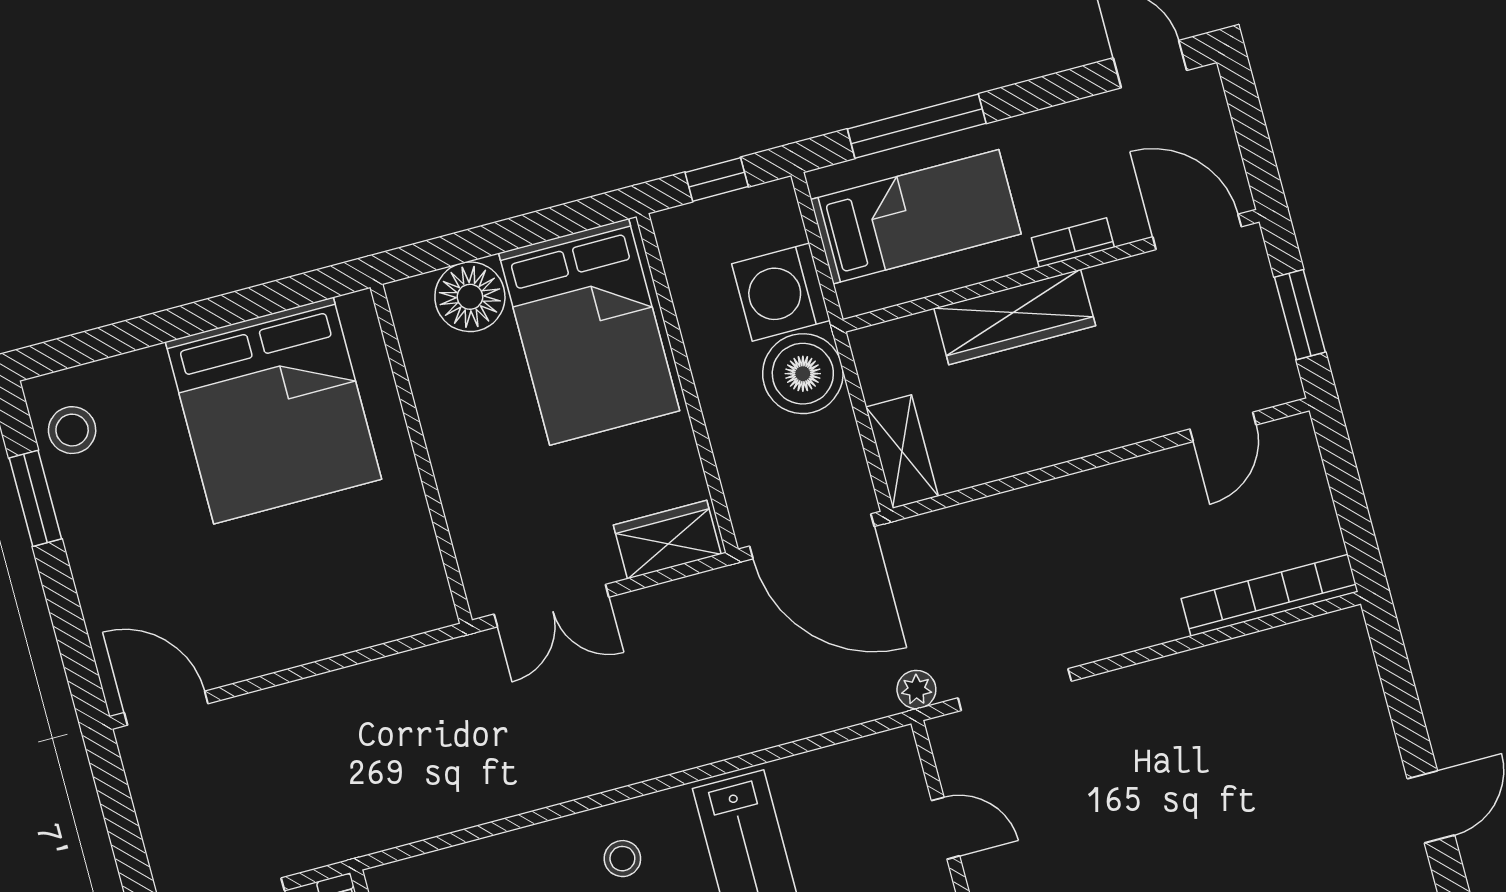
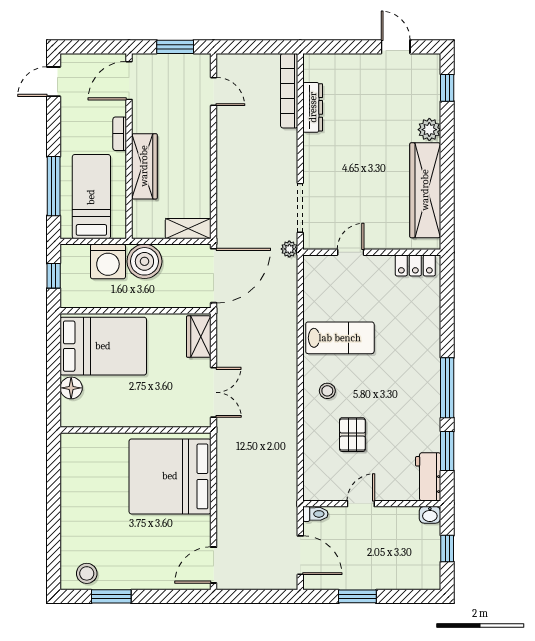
floor lamp: (470, 297) -> (71, 388), width x0.73, depth x0.73
bed: (273, 411) -> (170, 476), moved, turned 180
dresser: (1246, 657) -> (313, 107), added

